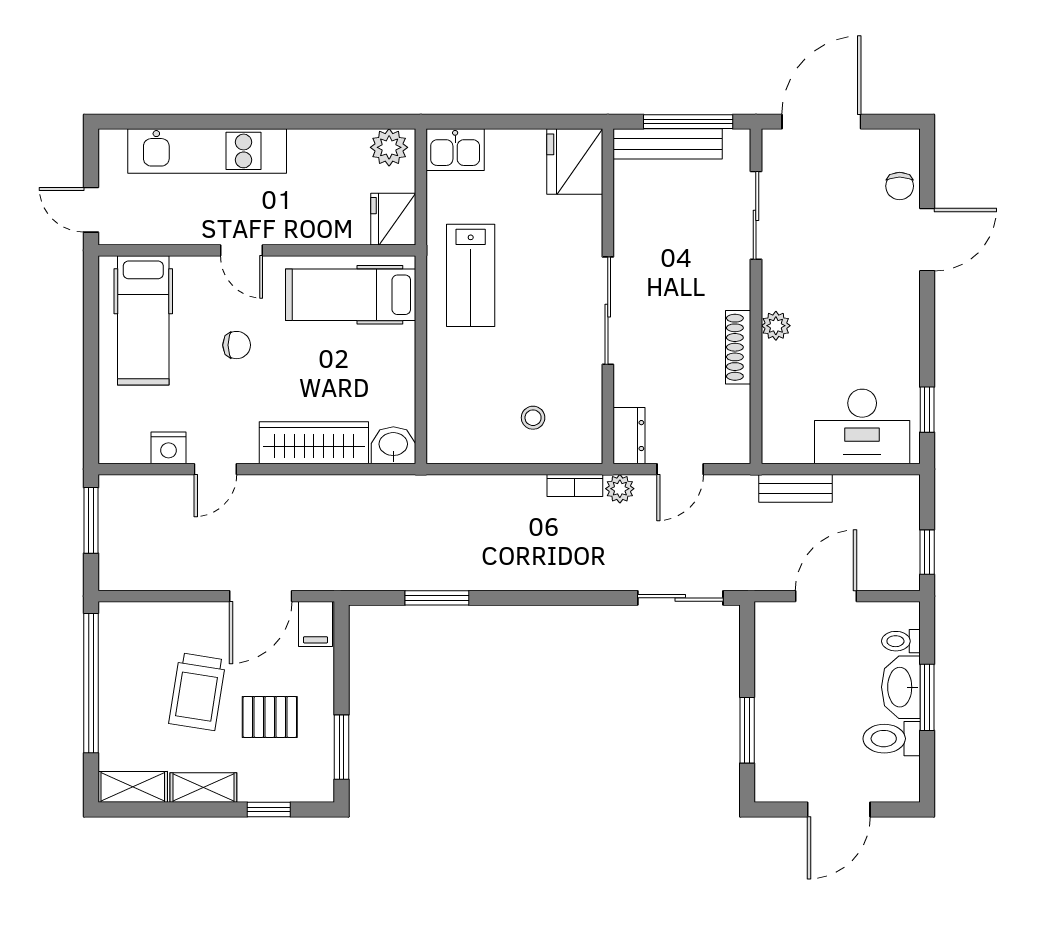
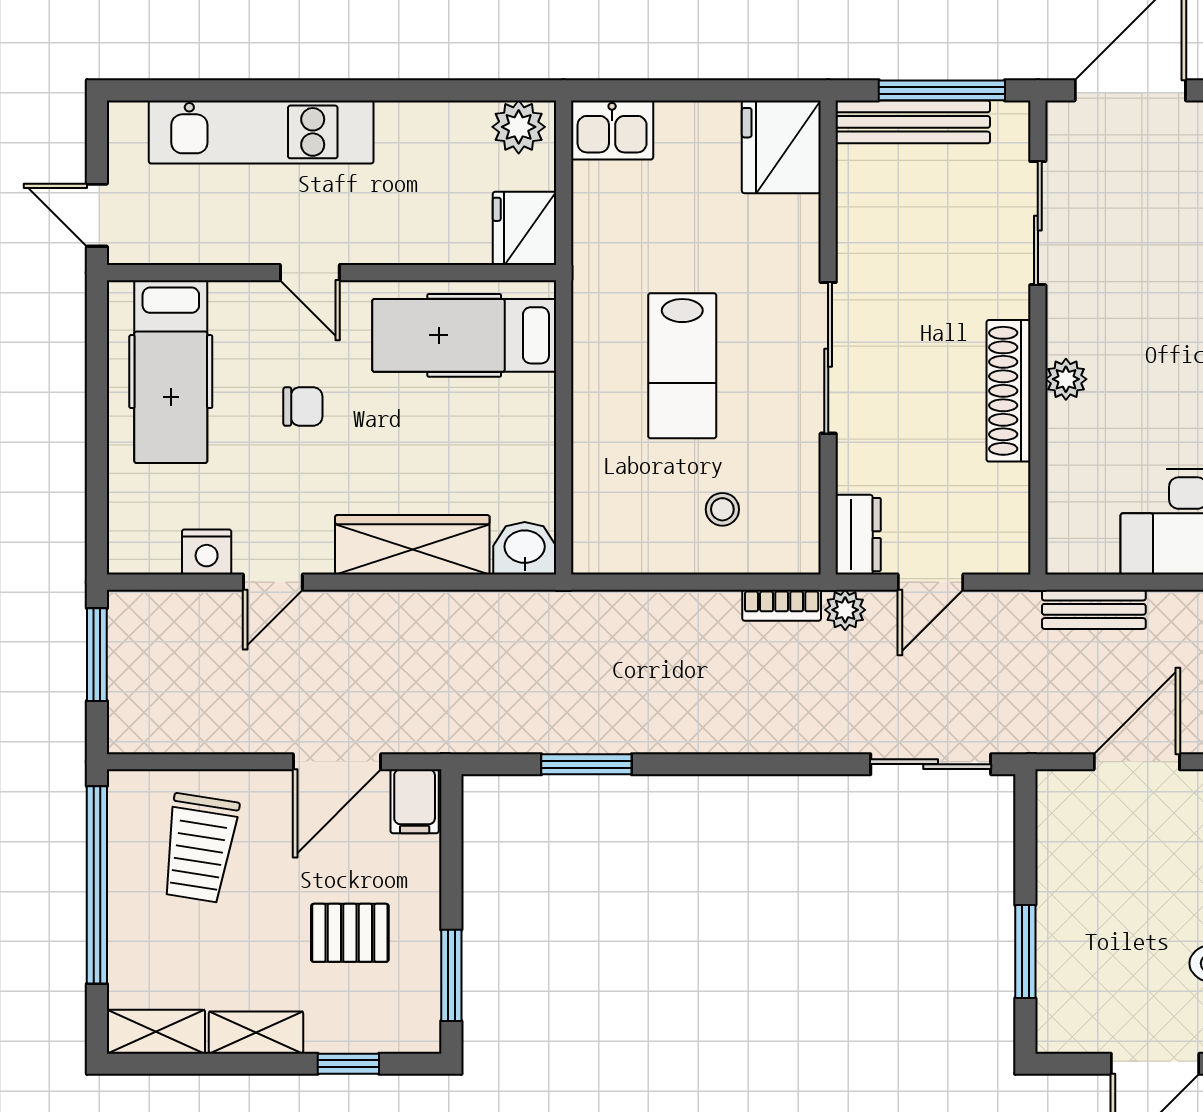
lab bench: (471, 275) -> (682, 366), moved
shoe rack: (738, 347) -> (1008, 391), width x1.36, depth x1.24
trolley: (197, 692) -> (199, 848), moved

